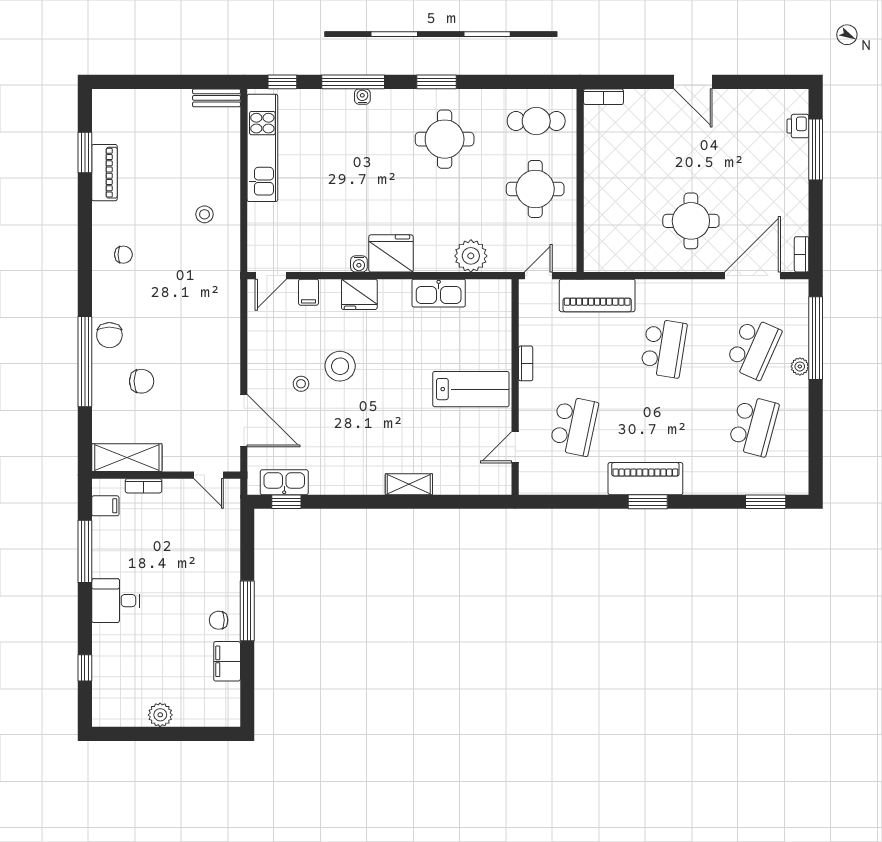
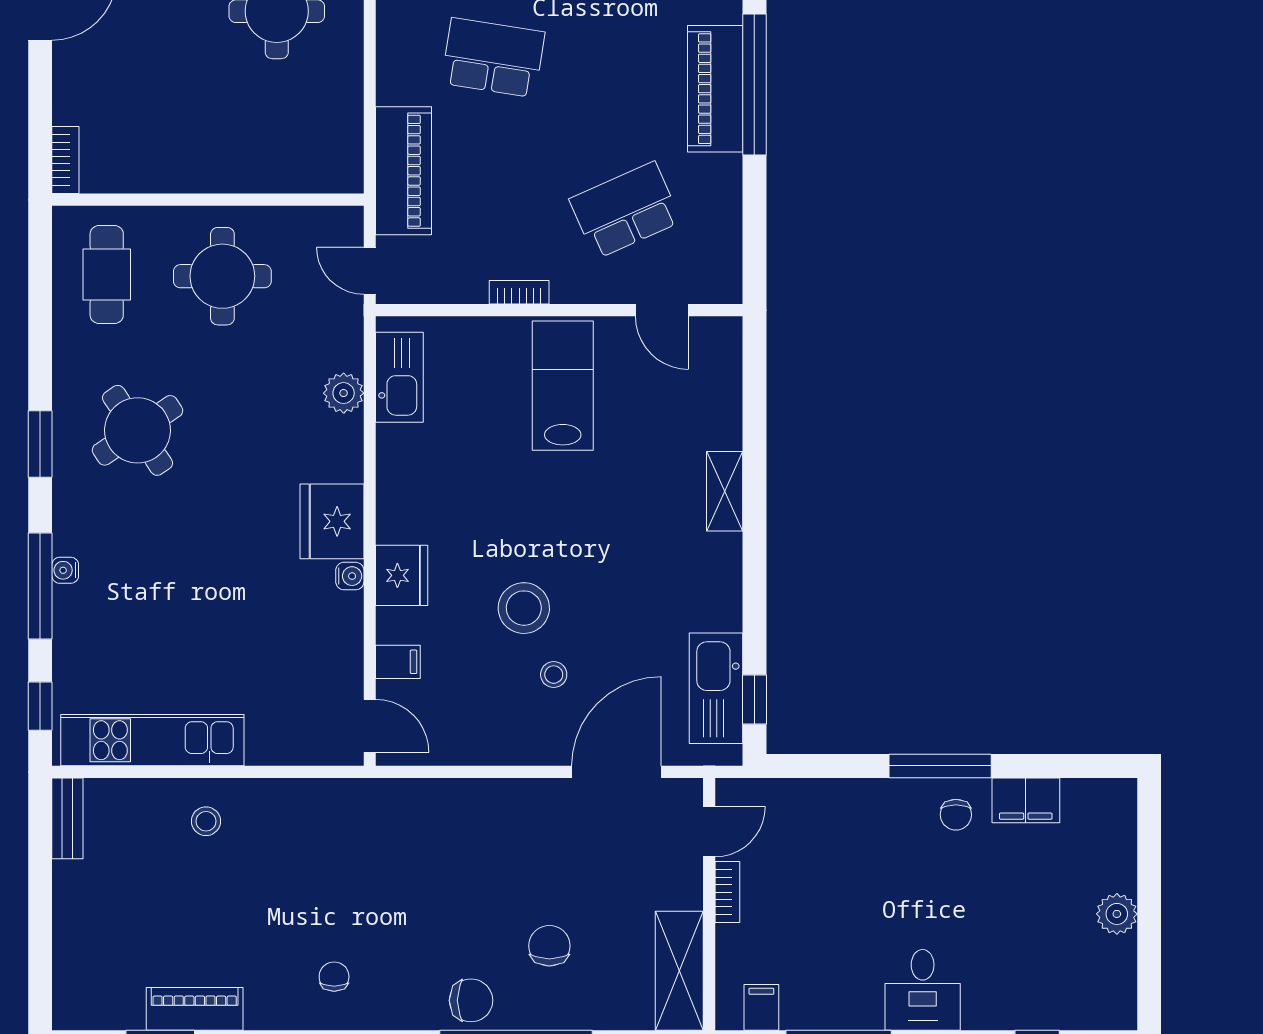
round table: (445, 139) -> (138, 430), turned -34
stool: (204, 214) -> (206, 821), moved
plant: (471, 256) -> (344, 393), width x0.73, depth x0.73
kitchen sink: (439, 293) -> (399, 377), moved
school desk: (574, 426) -> (625, 210), turned -36
kitchen sink: (284, 482) -> (716, 688), width x1.36, depth x1.24
bookcase: (144, 486) -> (727, 892), moved
window: (648, 502) -> (754, 85), width x2.11

